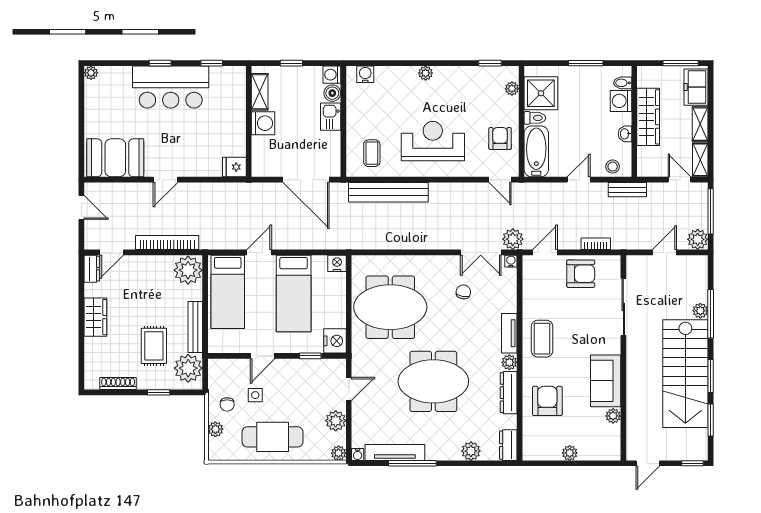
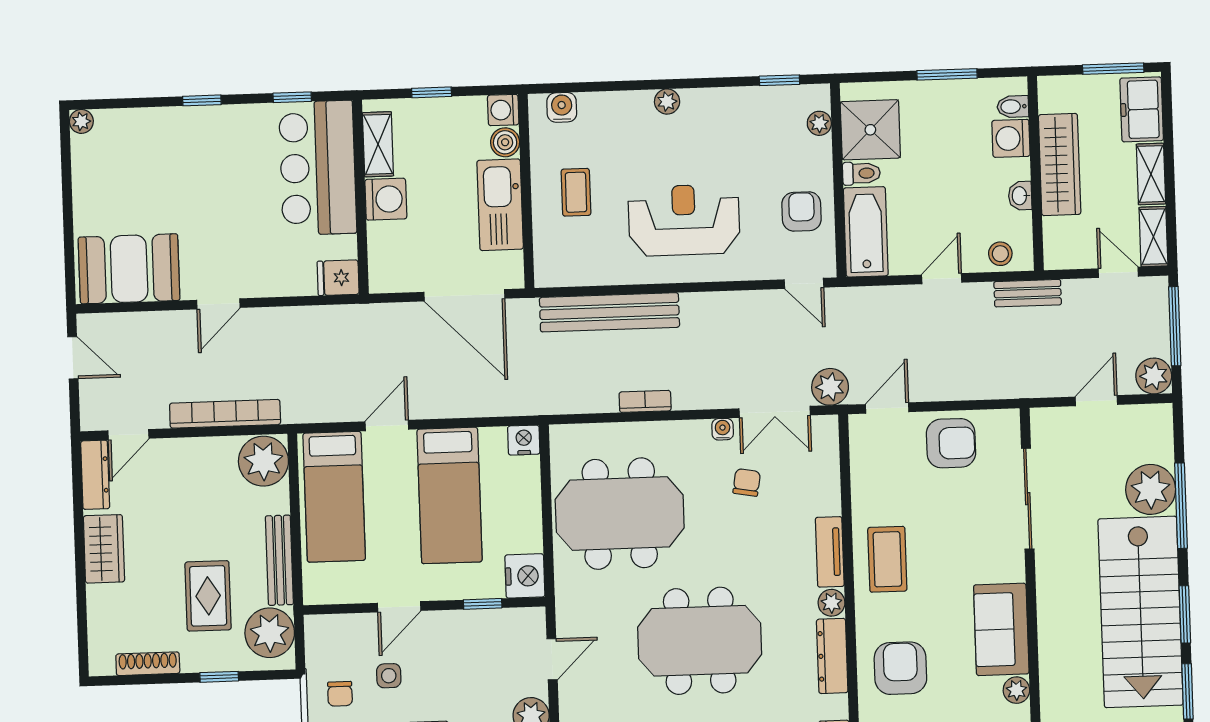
bar counter: (171, 87) -> (318, 168), moved, turned 90
kitchen sink: (331, 117) -> (500, 205), width x1.87, depth x1.24
coffee table: (372, 153) -> (576, 192), moved
bookcase: (596, 244) -> (645, 401), moved
water cooler: (511, 261) -> (723, 429), moved
dresser: (92, 269) -> (95, 475), width x1.44
plant: (700, 311) -> (1151, 489), width x1.88, depth x1.88

